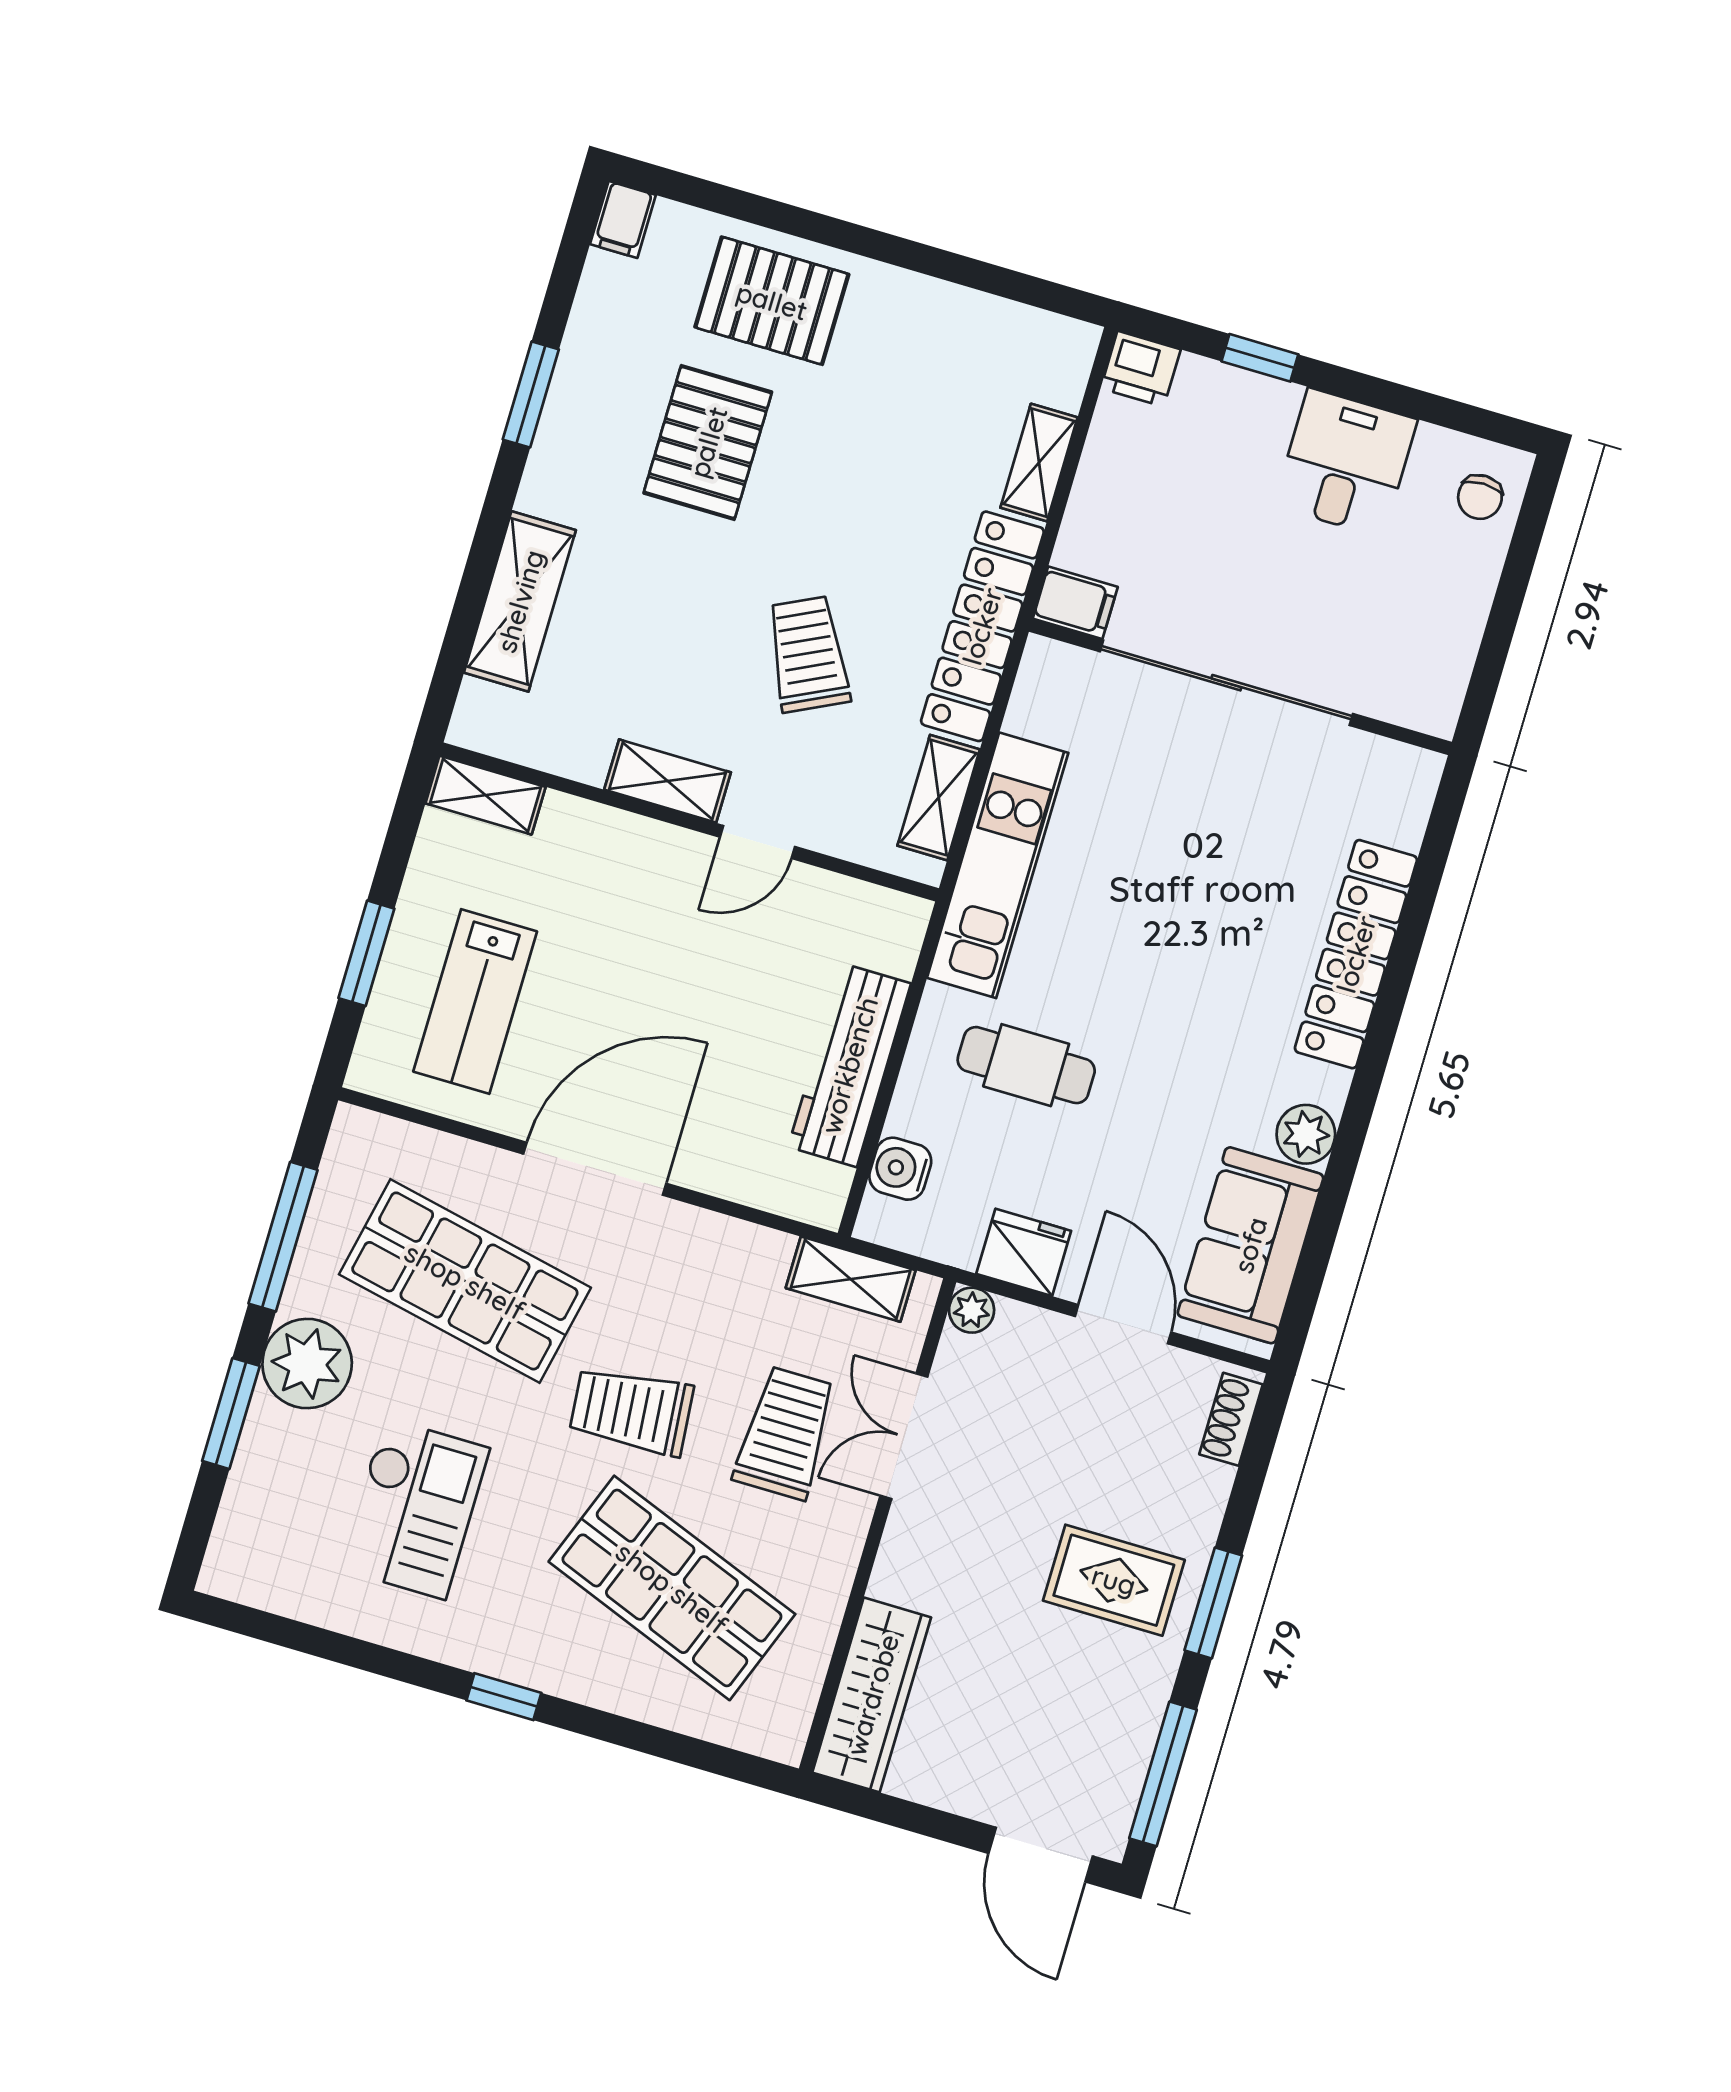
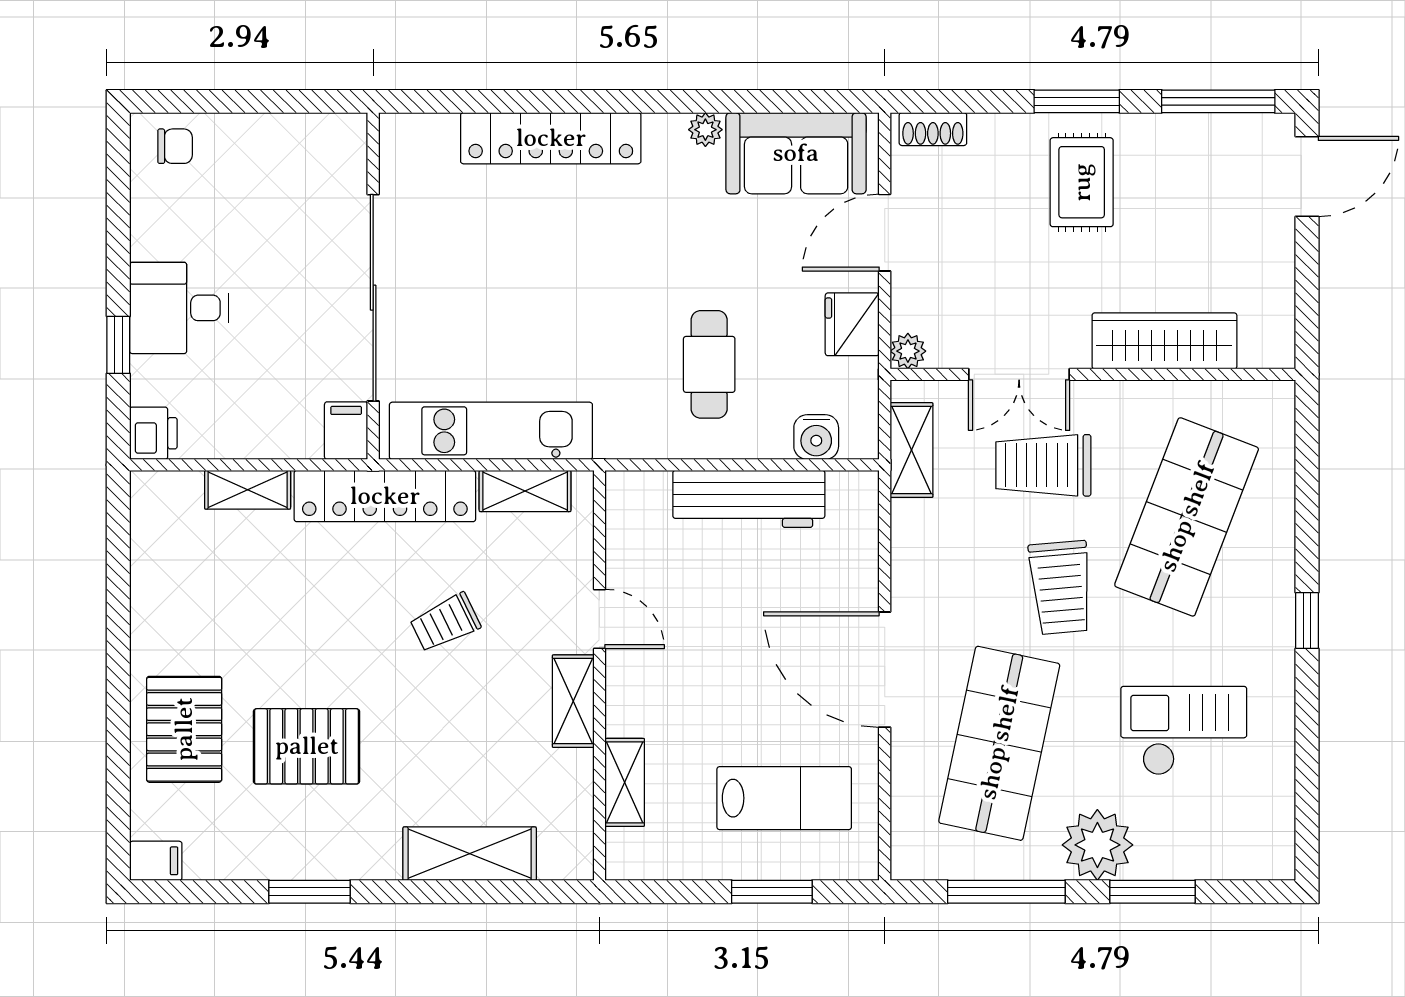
desk: (1346, 463) -> (179, 308), moved
trolley: (808, 654) -> (445, 623), width x0.73, depth x0.72
shelving: (486, 795) -> (625, 782), moved
kitchen unit: (998, 865) -> (491, 431), moved
plant: (1306, 1134) -> (705, 130), width x0.73, depth x0.73
wardrobe: (872, 1695) -> (1164, 341), moved

